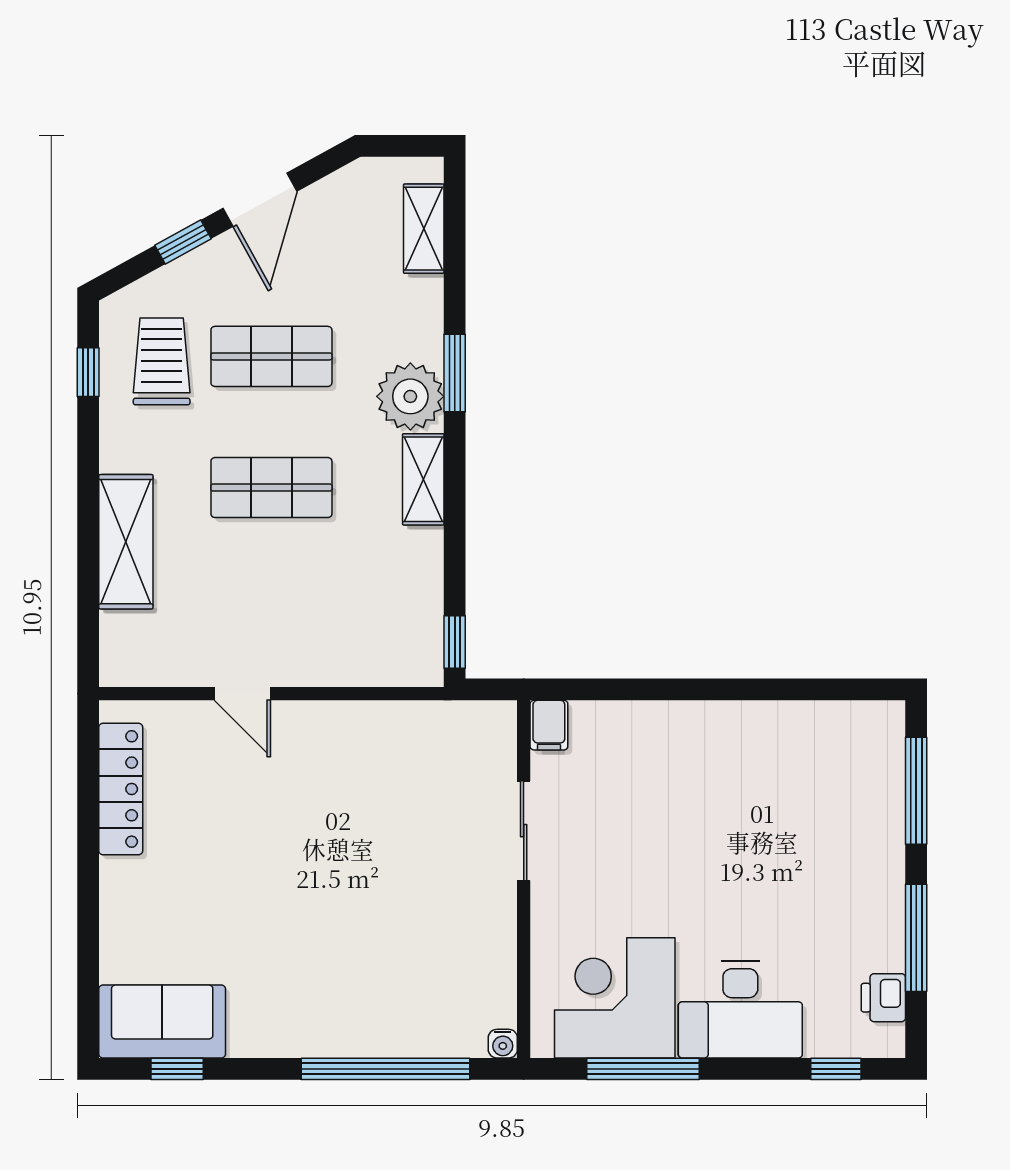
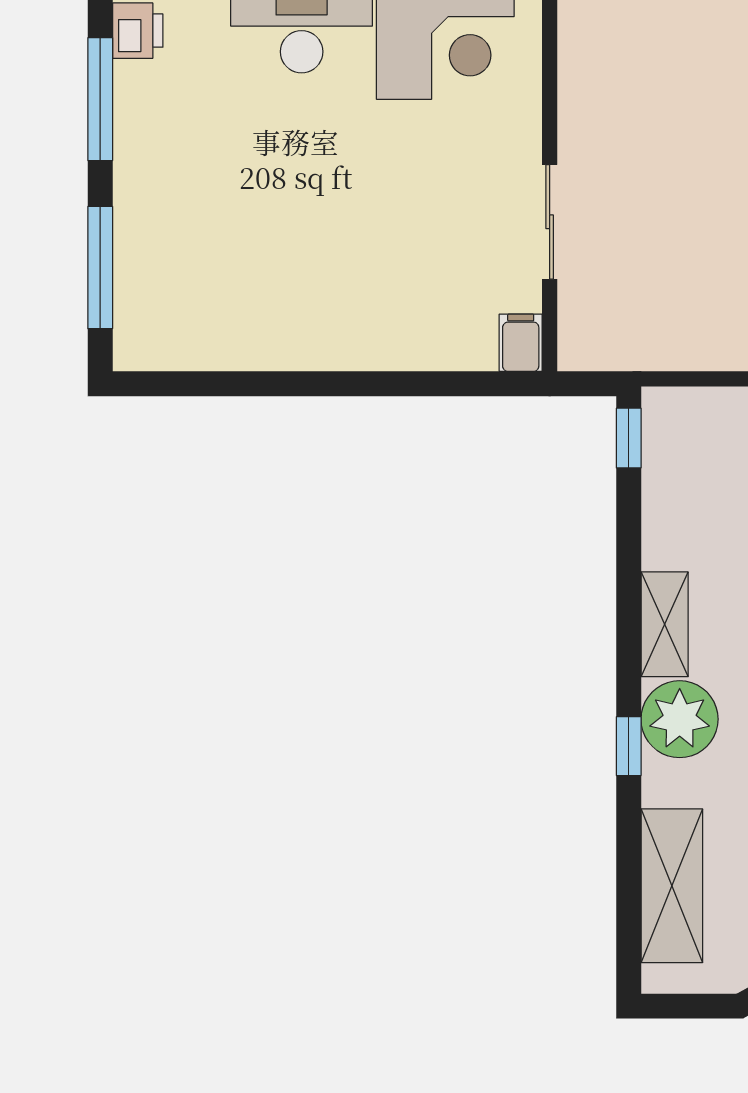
shelving: (424, 229) -> (672, 886), width x1.50, depth x1.33
window: (455, 373) -> (629, 746), width x0.67

